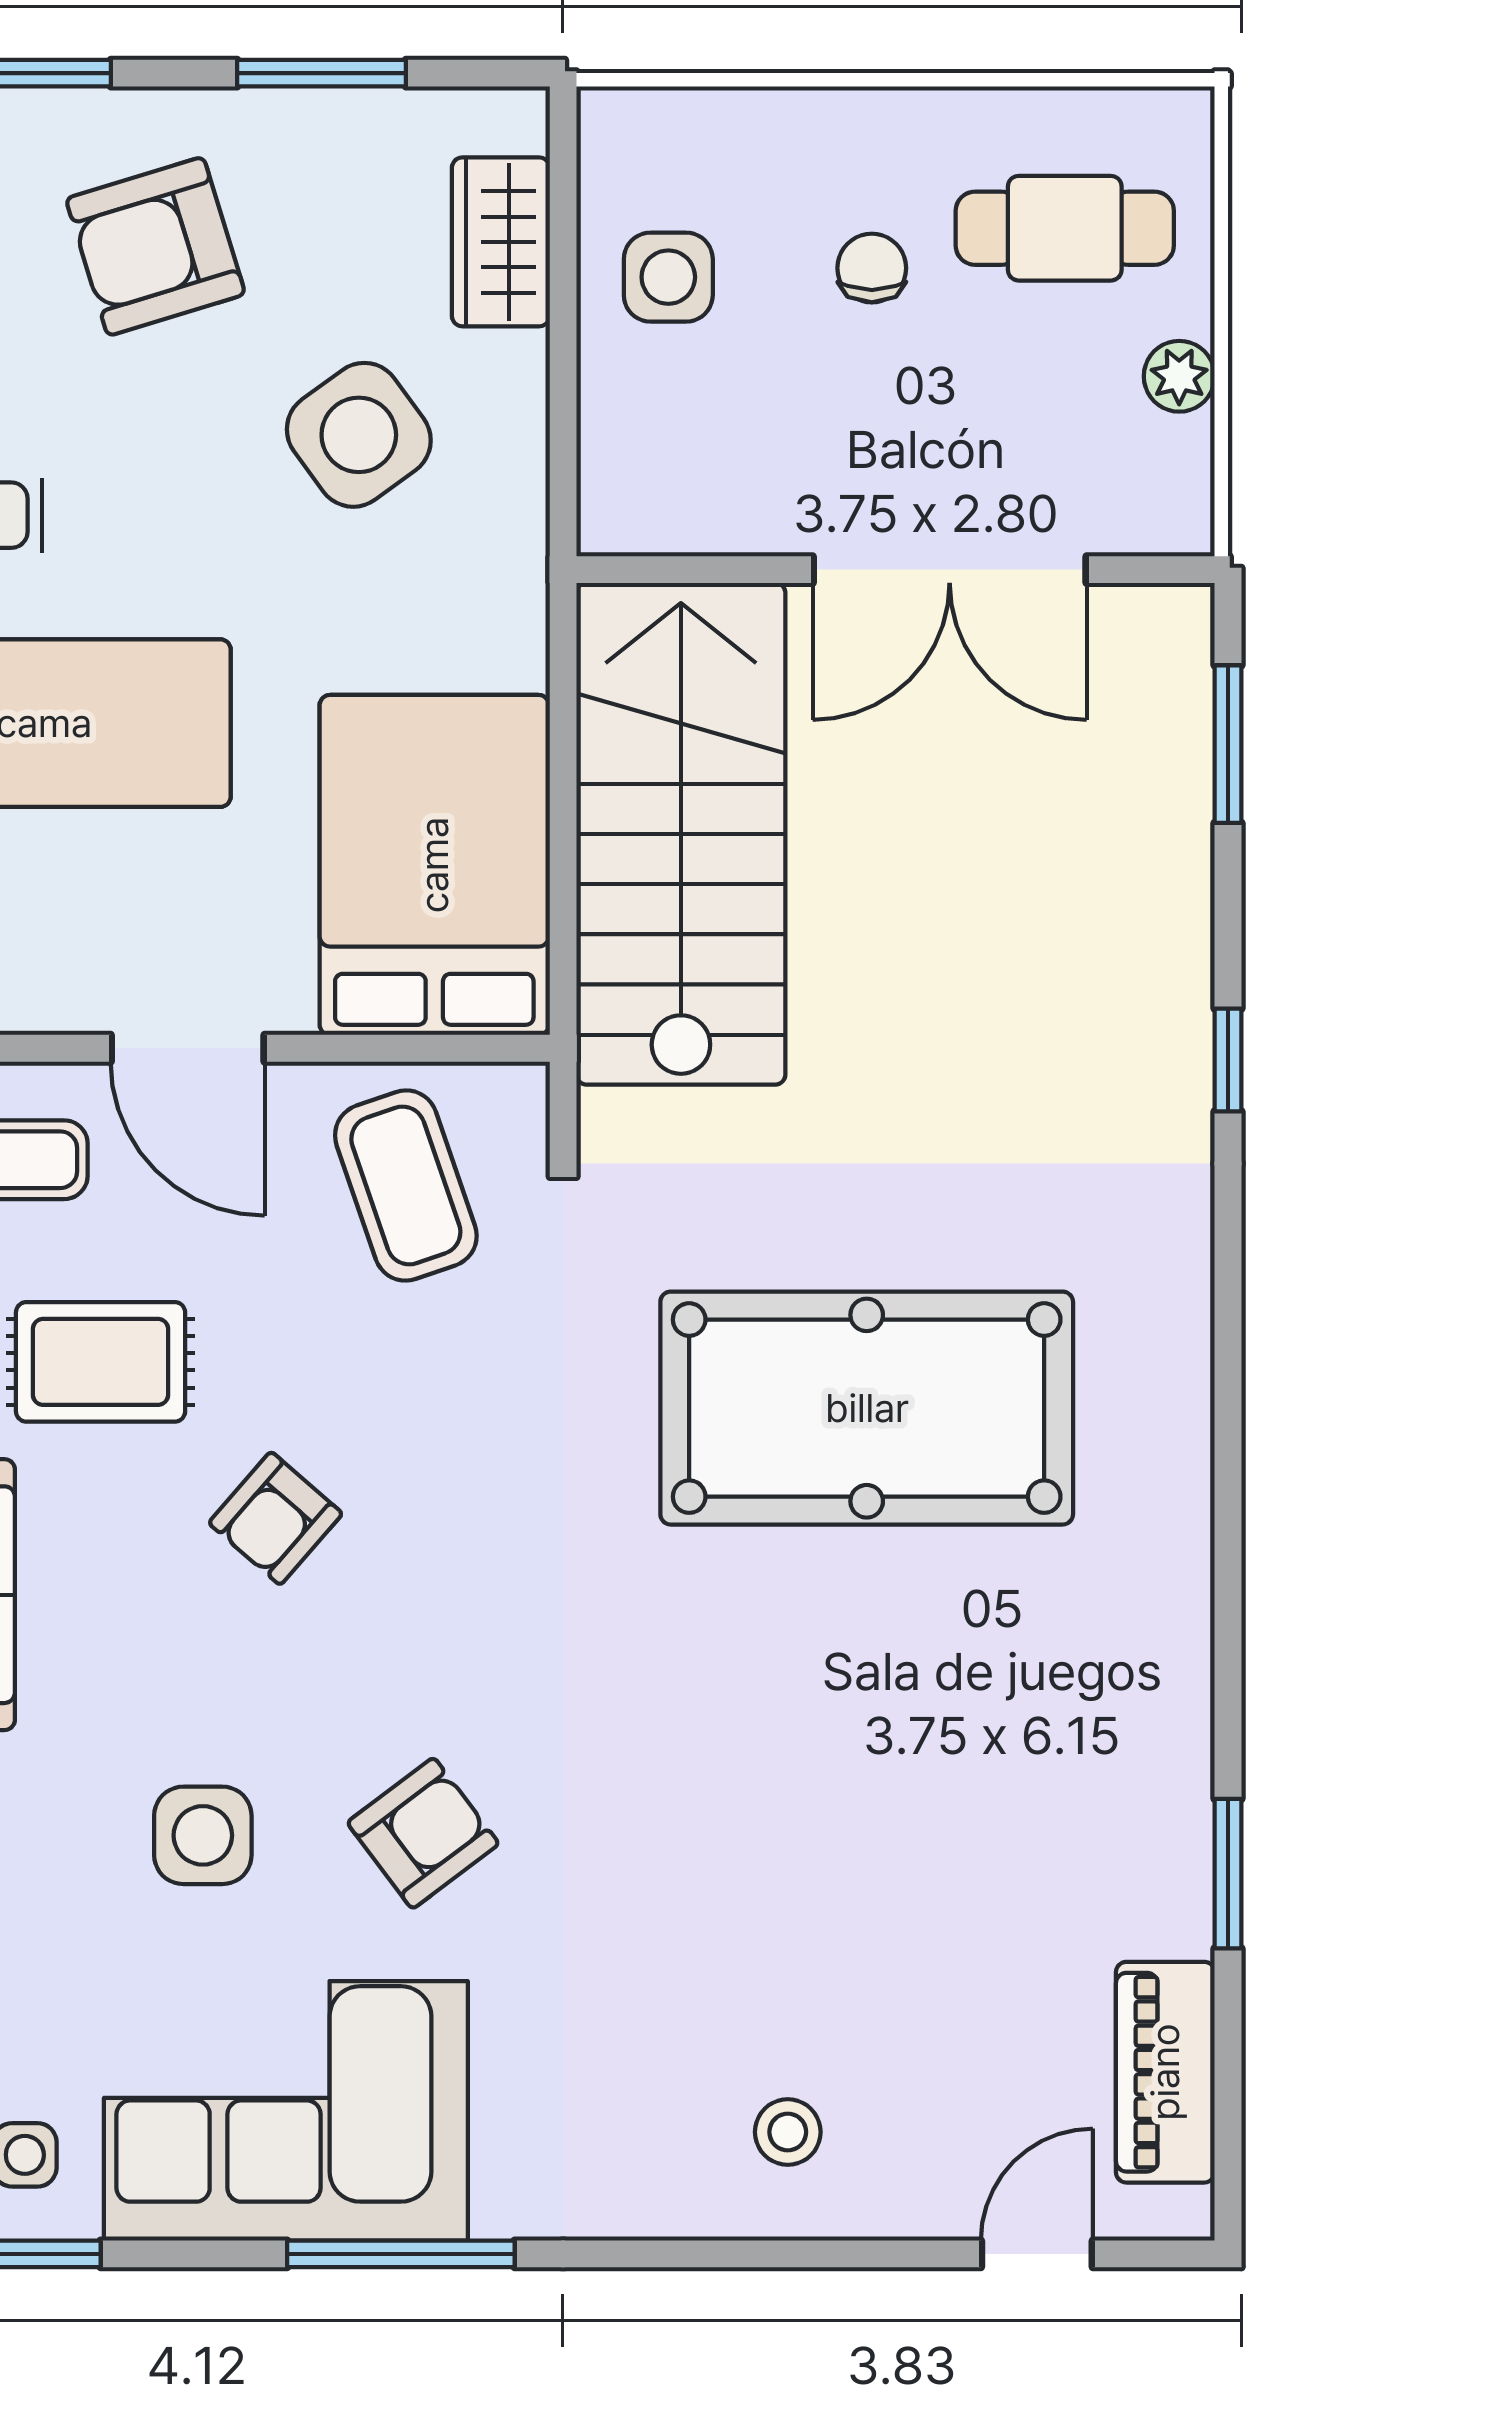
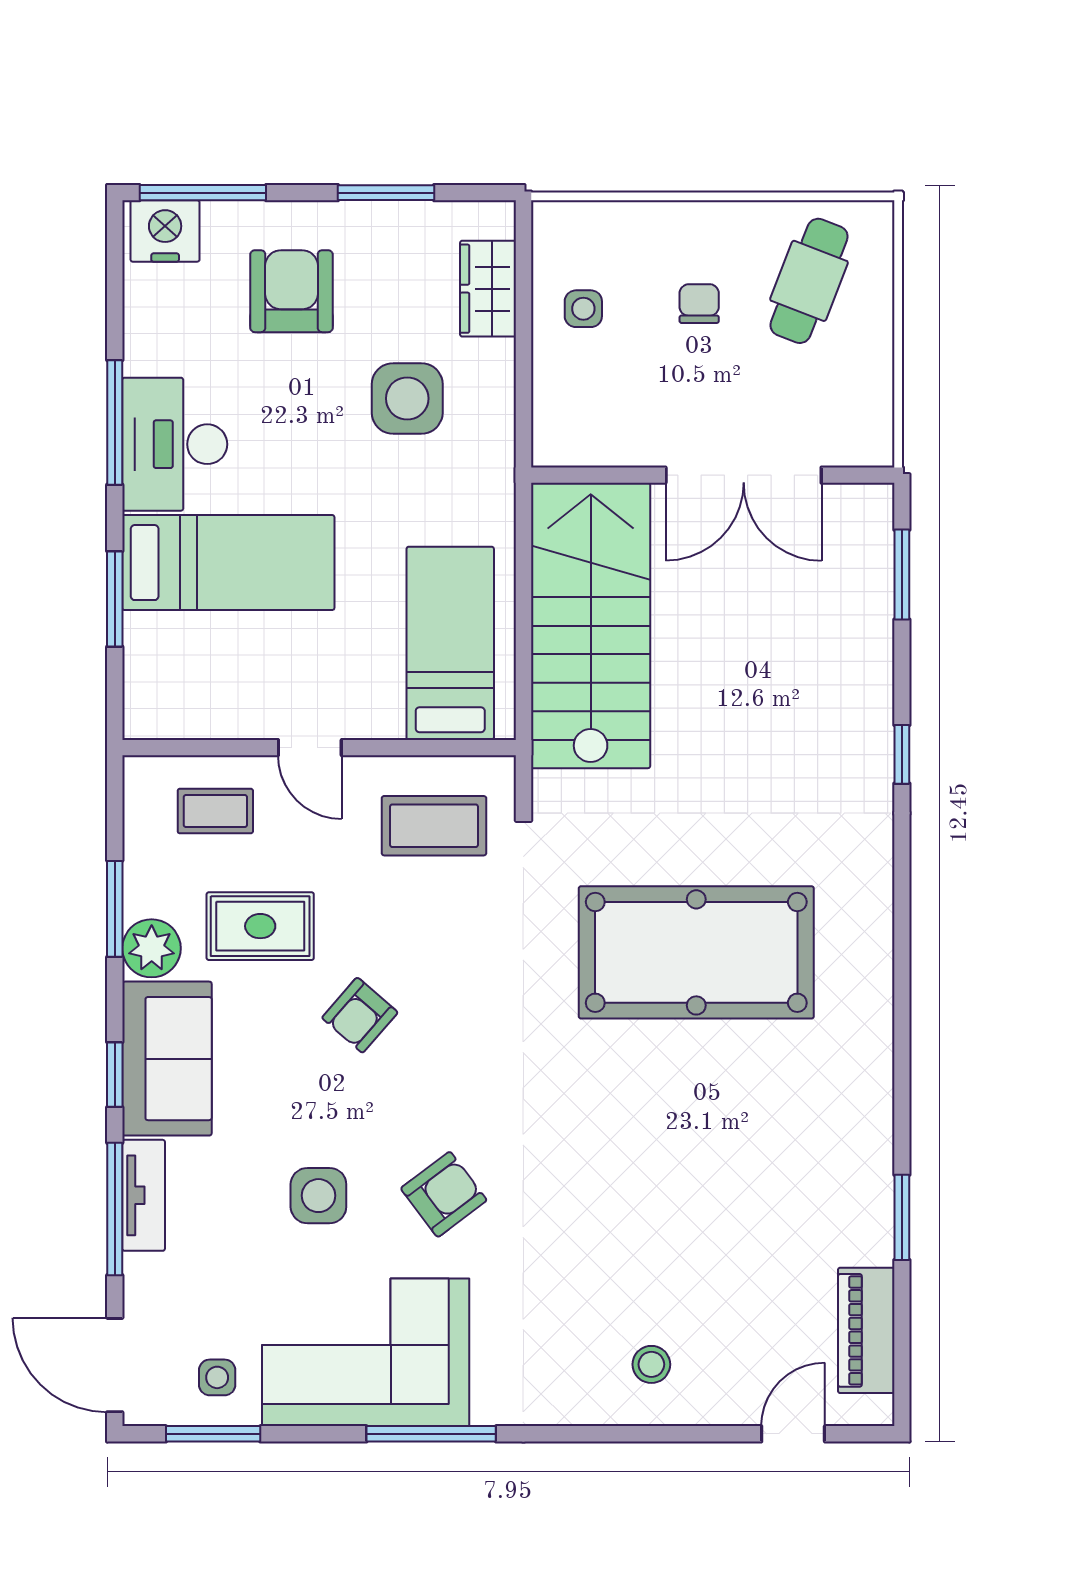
cafe table: (1065, 228) -> (809, 281), turned -69
armchair: (155, 246) -> (292, 291), turned 107
side table: (668, 277) -> (583, 309), width x0.73, depth x0.73
plant: (1179, 376) -> (874, 365), removed
side table: (359, 435) -> (407, 398), turned 36
bed: (434, 865) -> (450, 643), width x0.67
door: (188, 1048) -> (310, 748), width x0.73
coffee table: (406, 1186) -> (434, 826), turned -71

